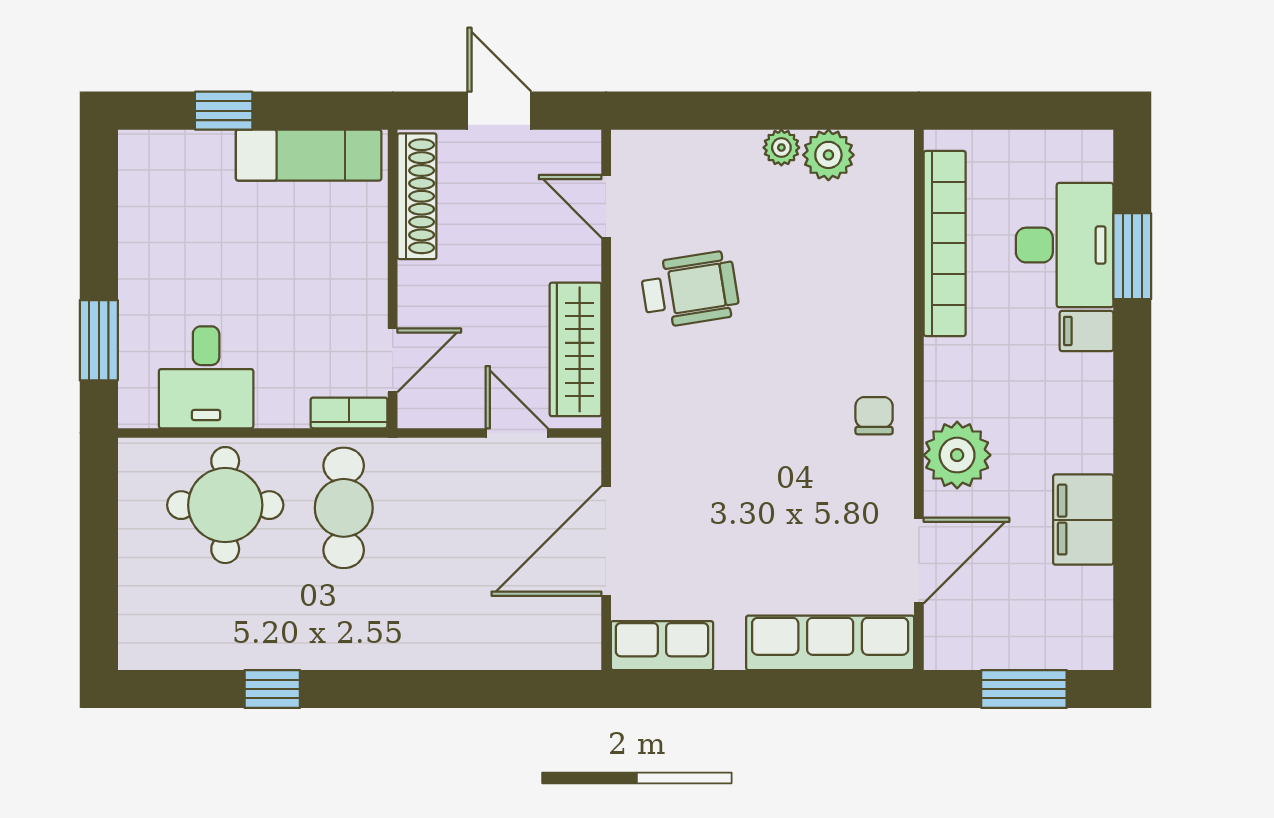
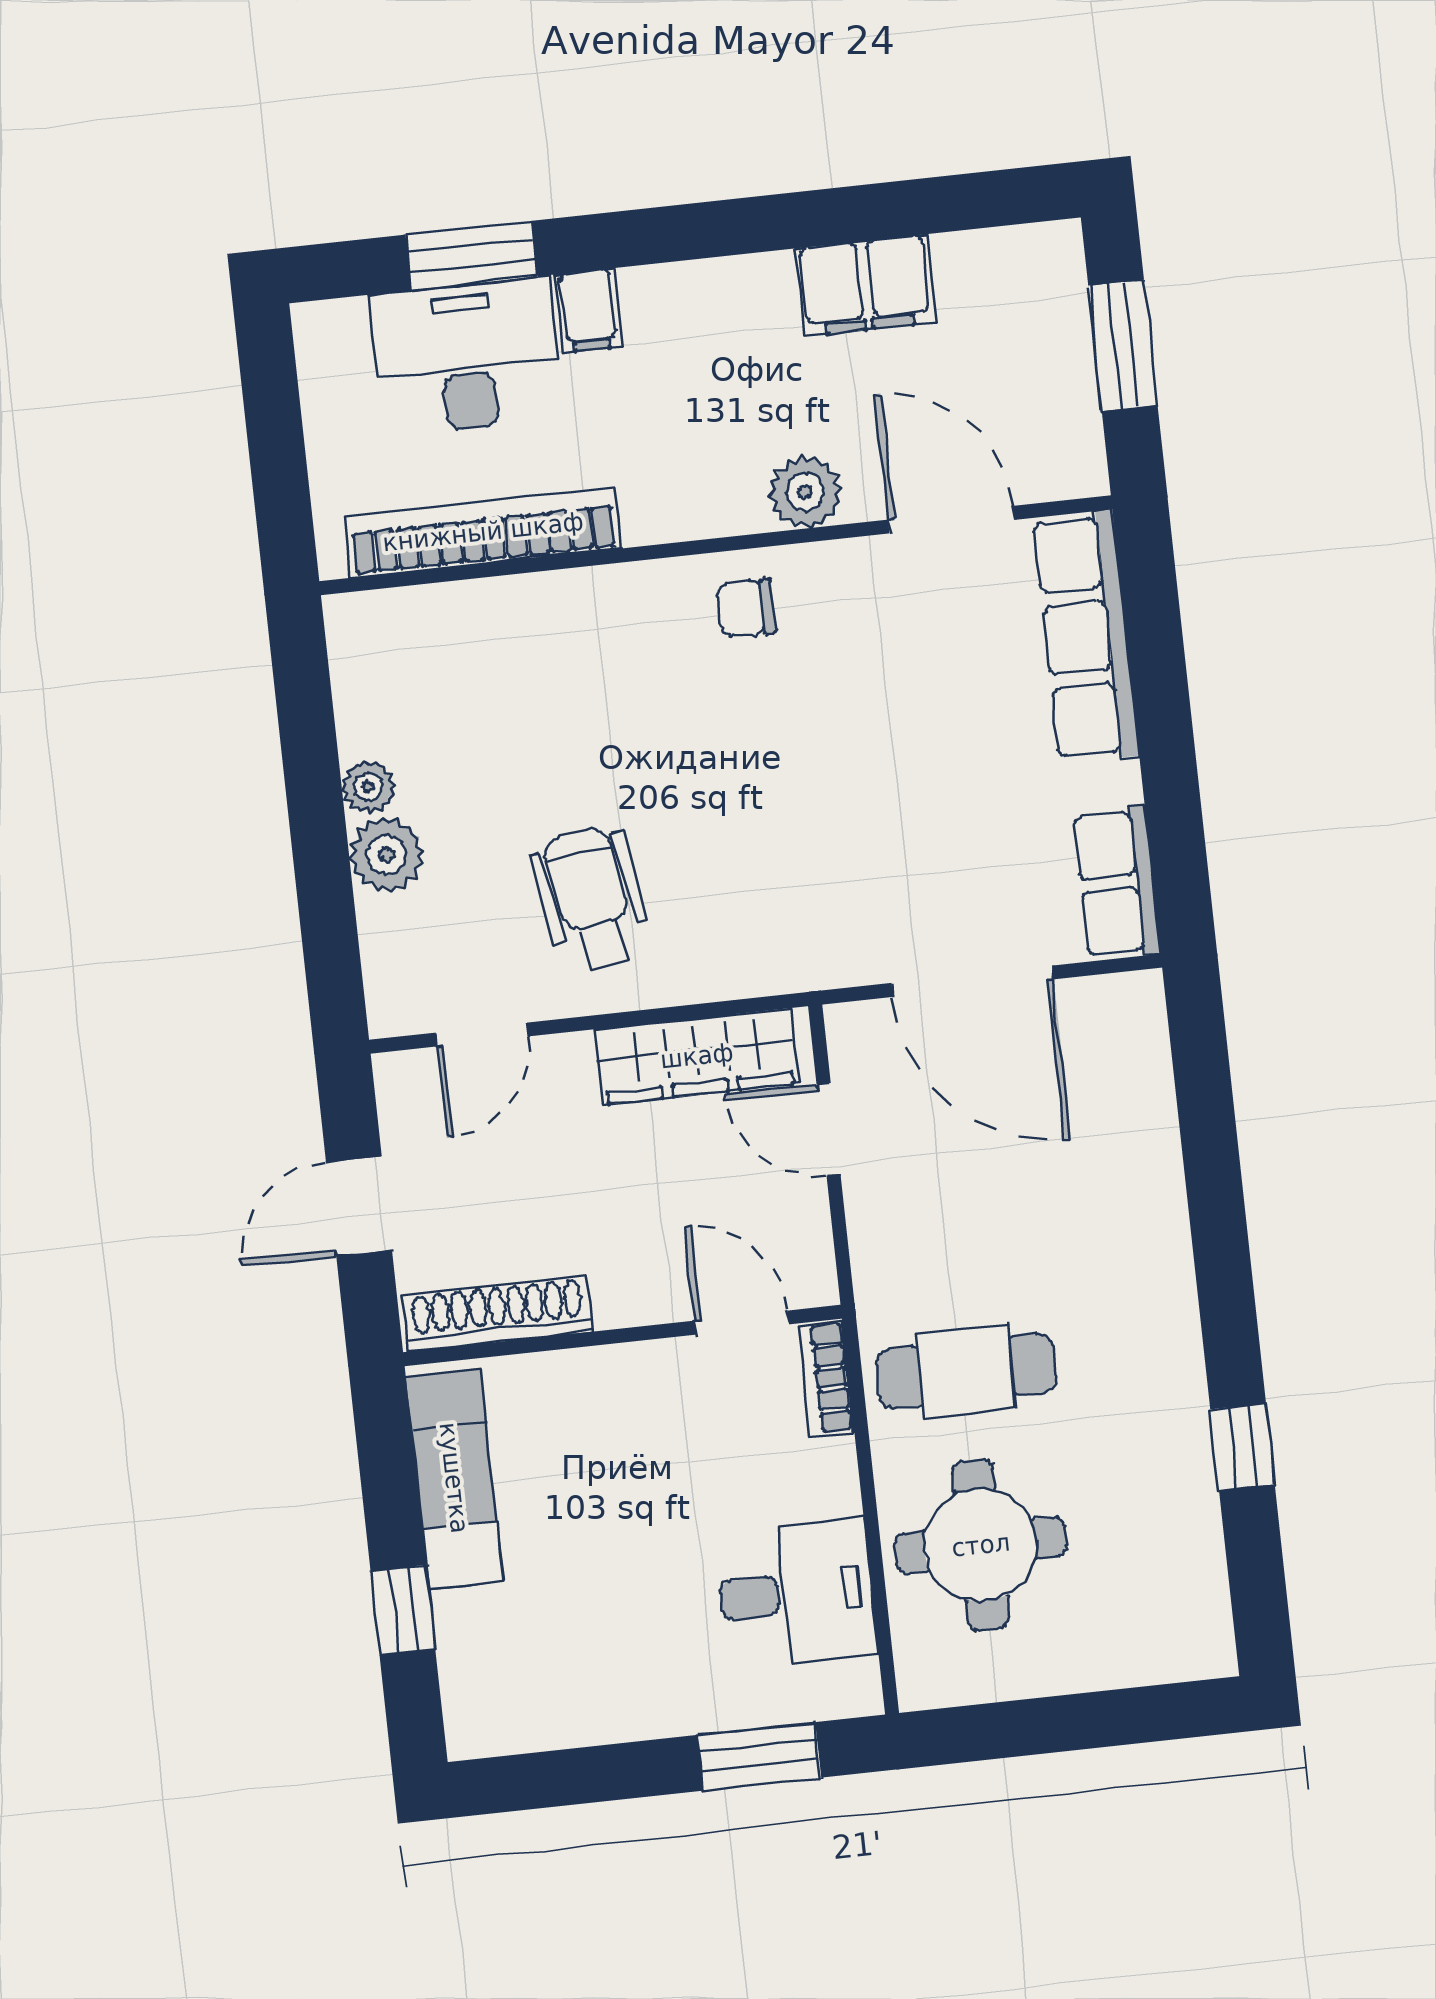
plant: (828, 155) -> (387, 855), moved
door: (517, 433) -> (829, 1129), hinge flipped
plant: (957, 455) -> (805, 492), width x0.73, depth x0.73

